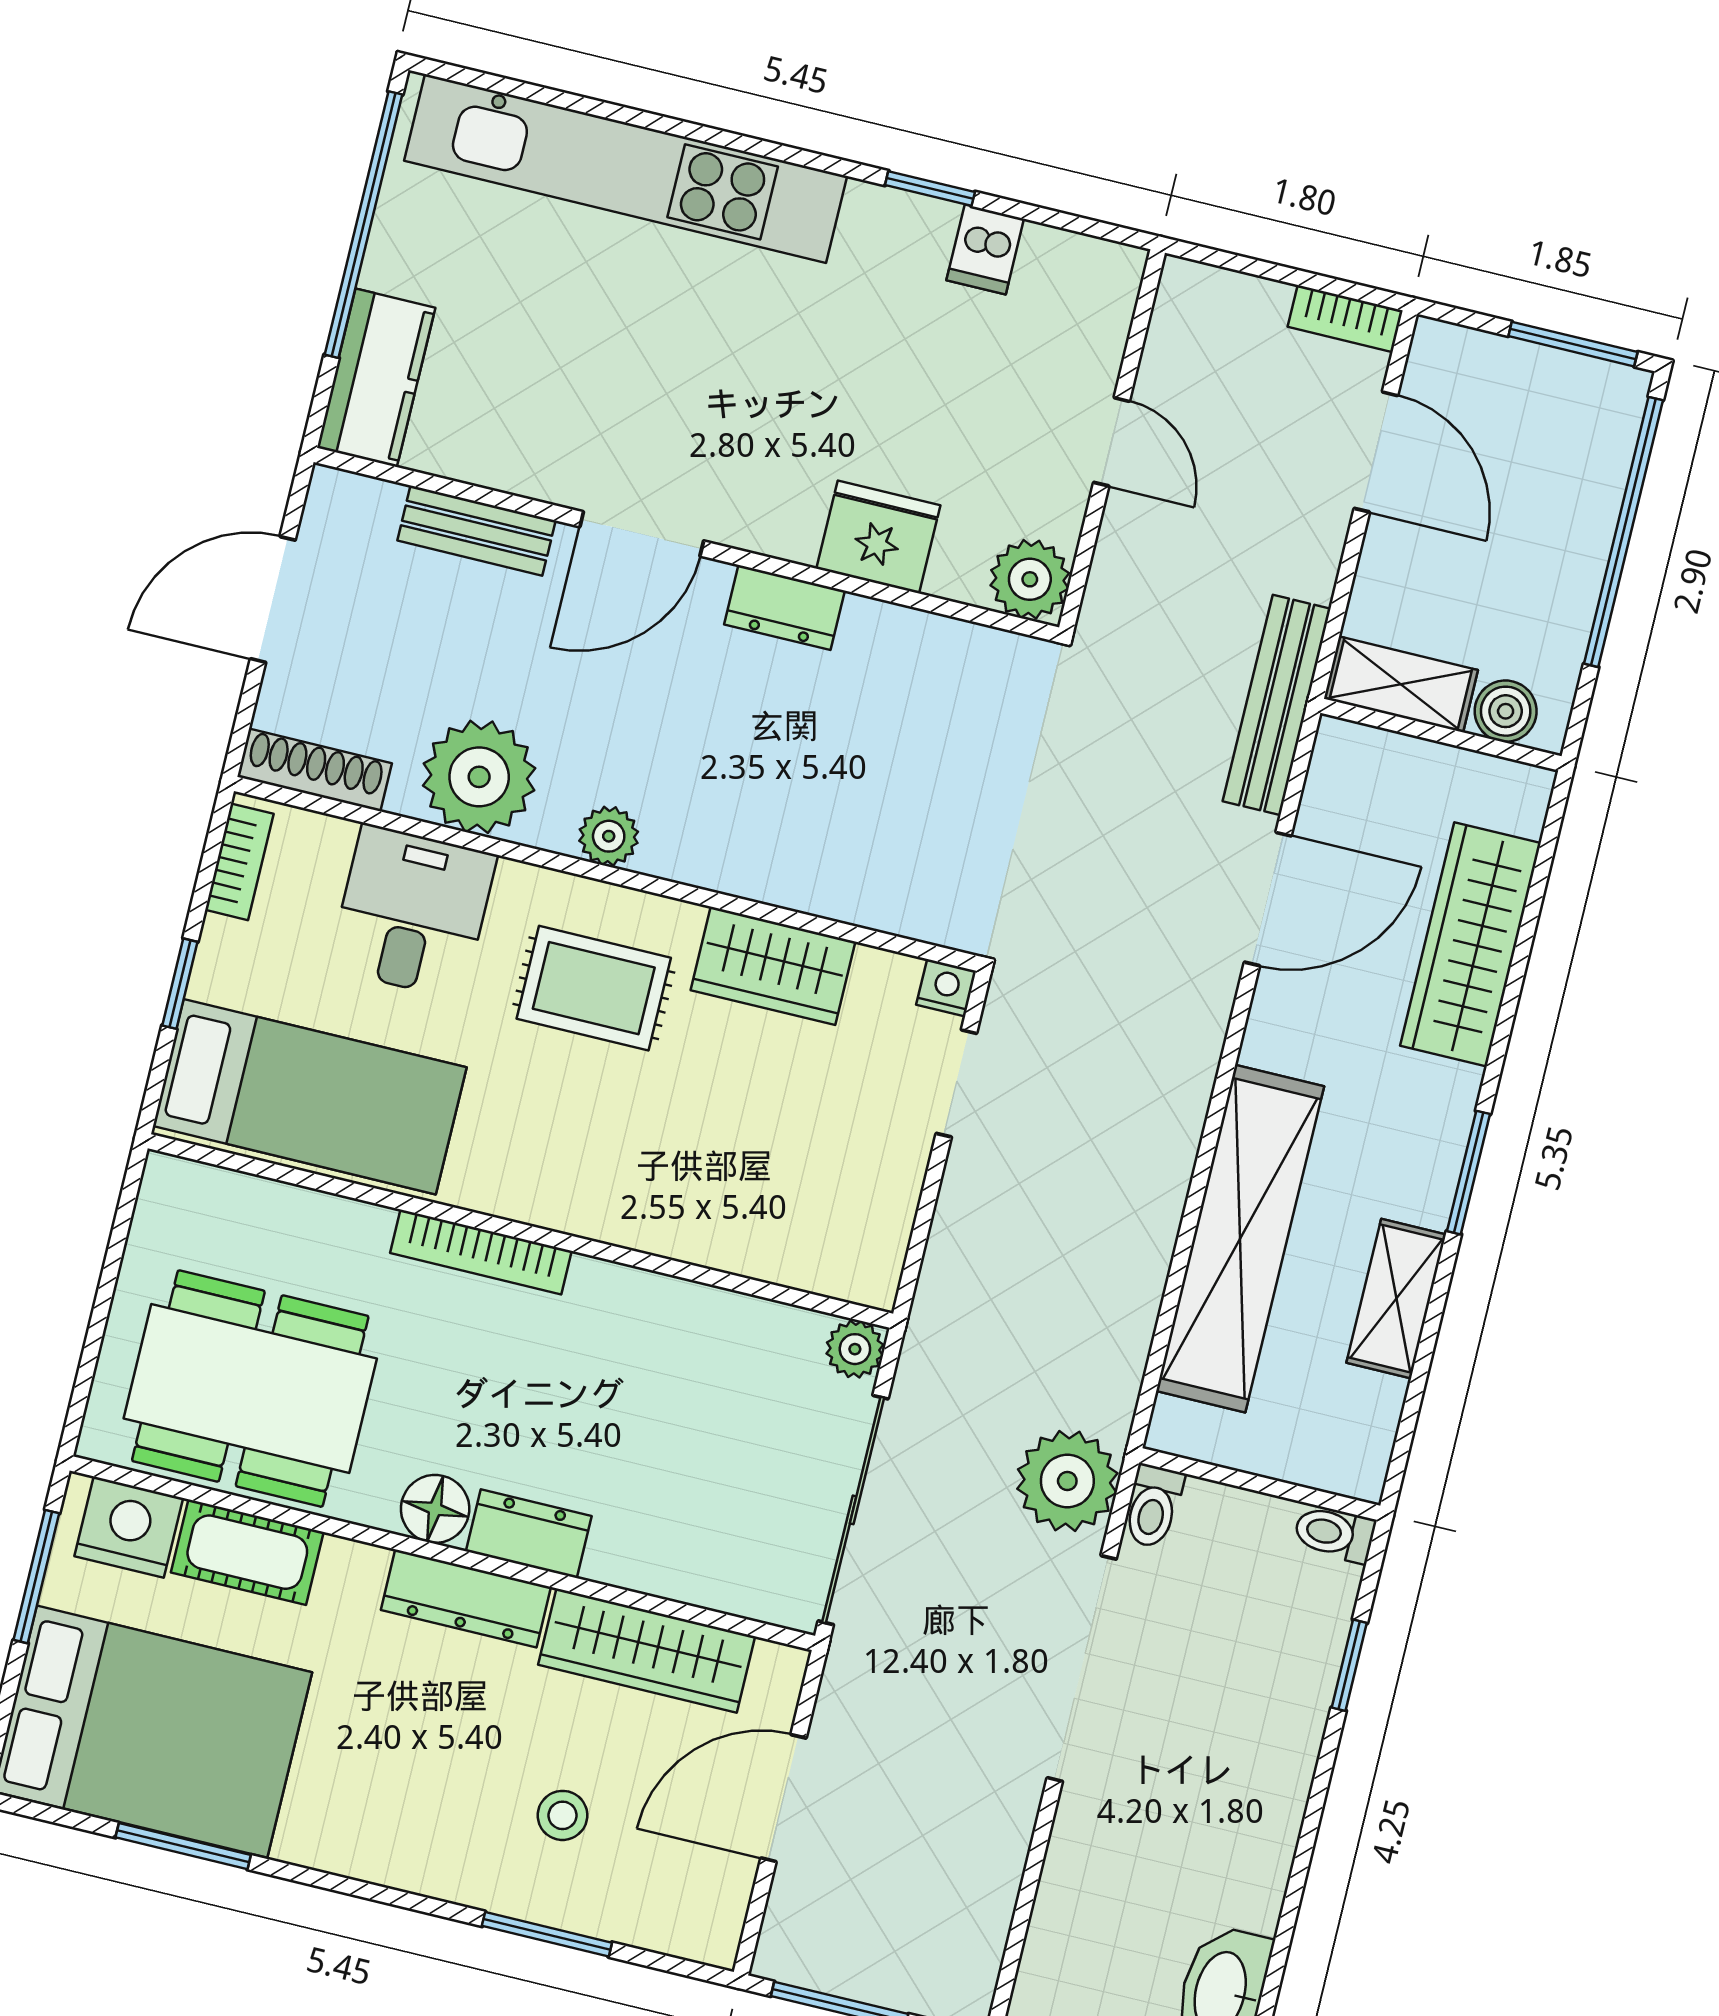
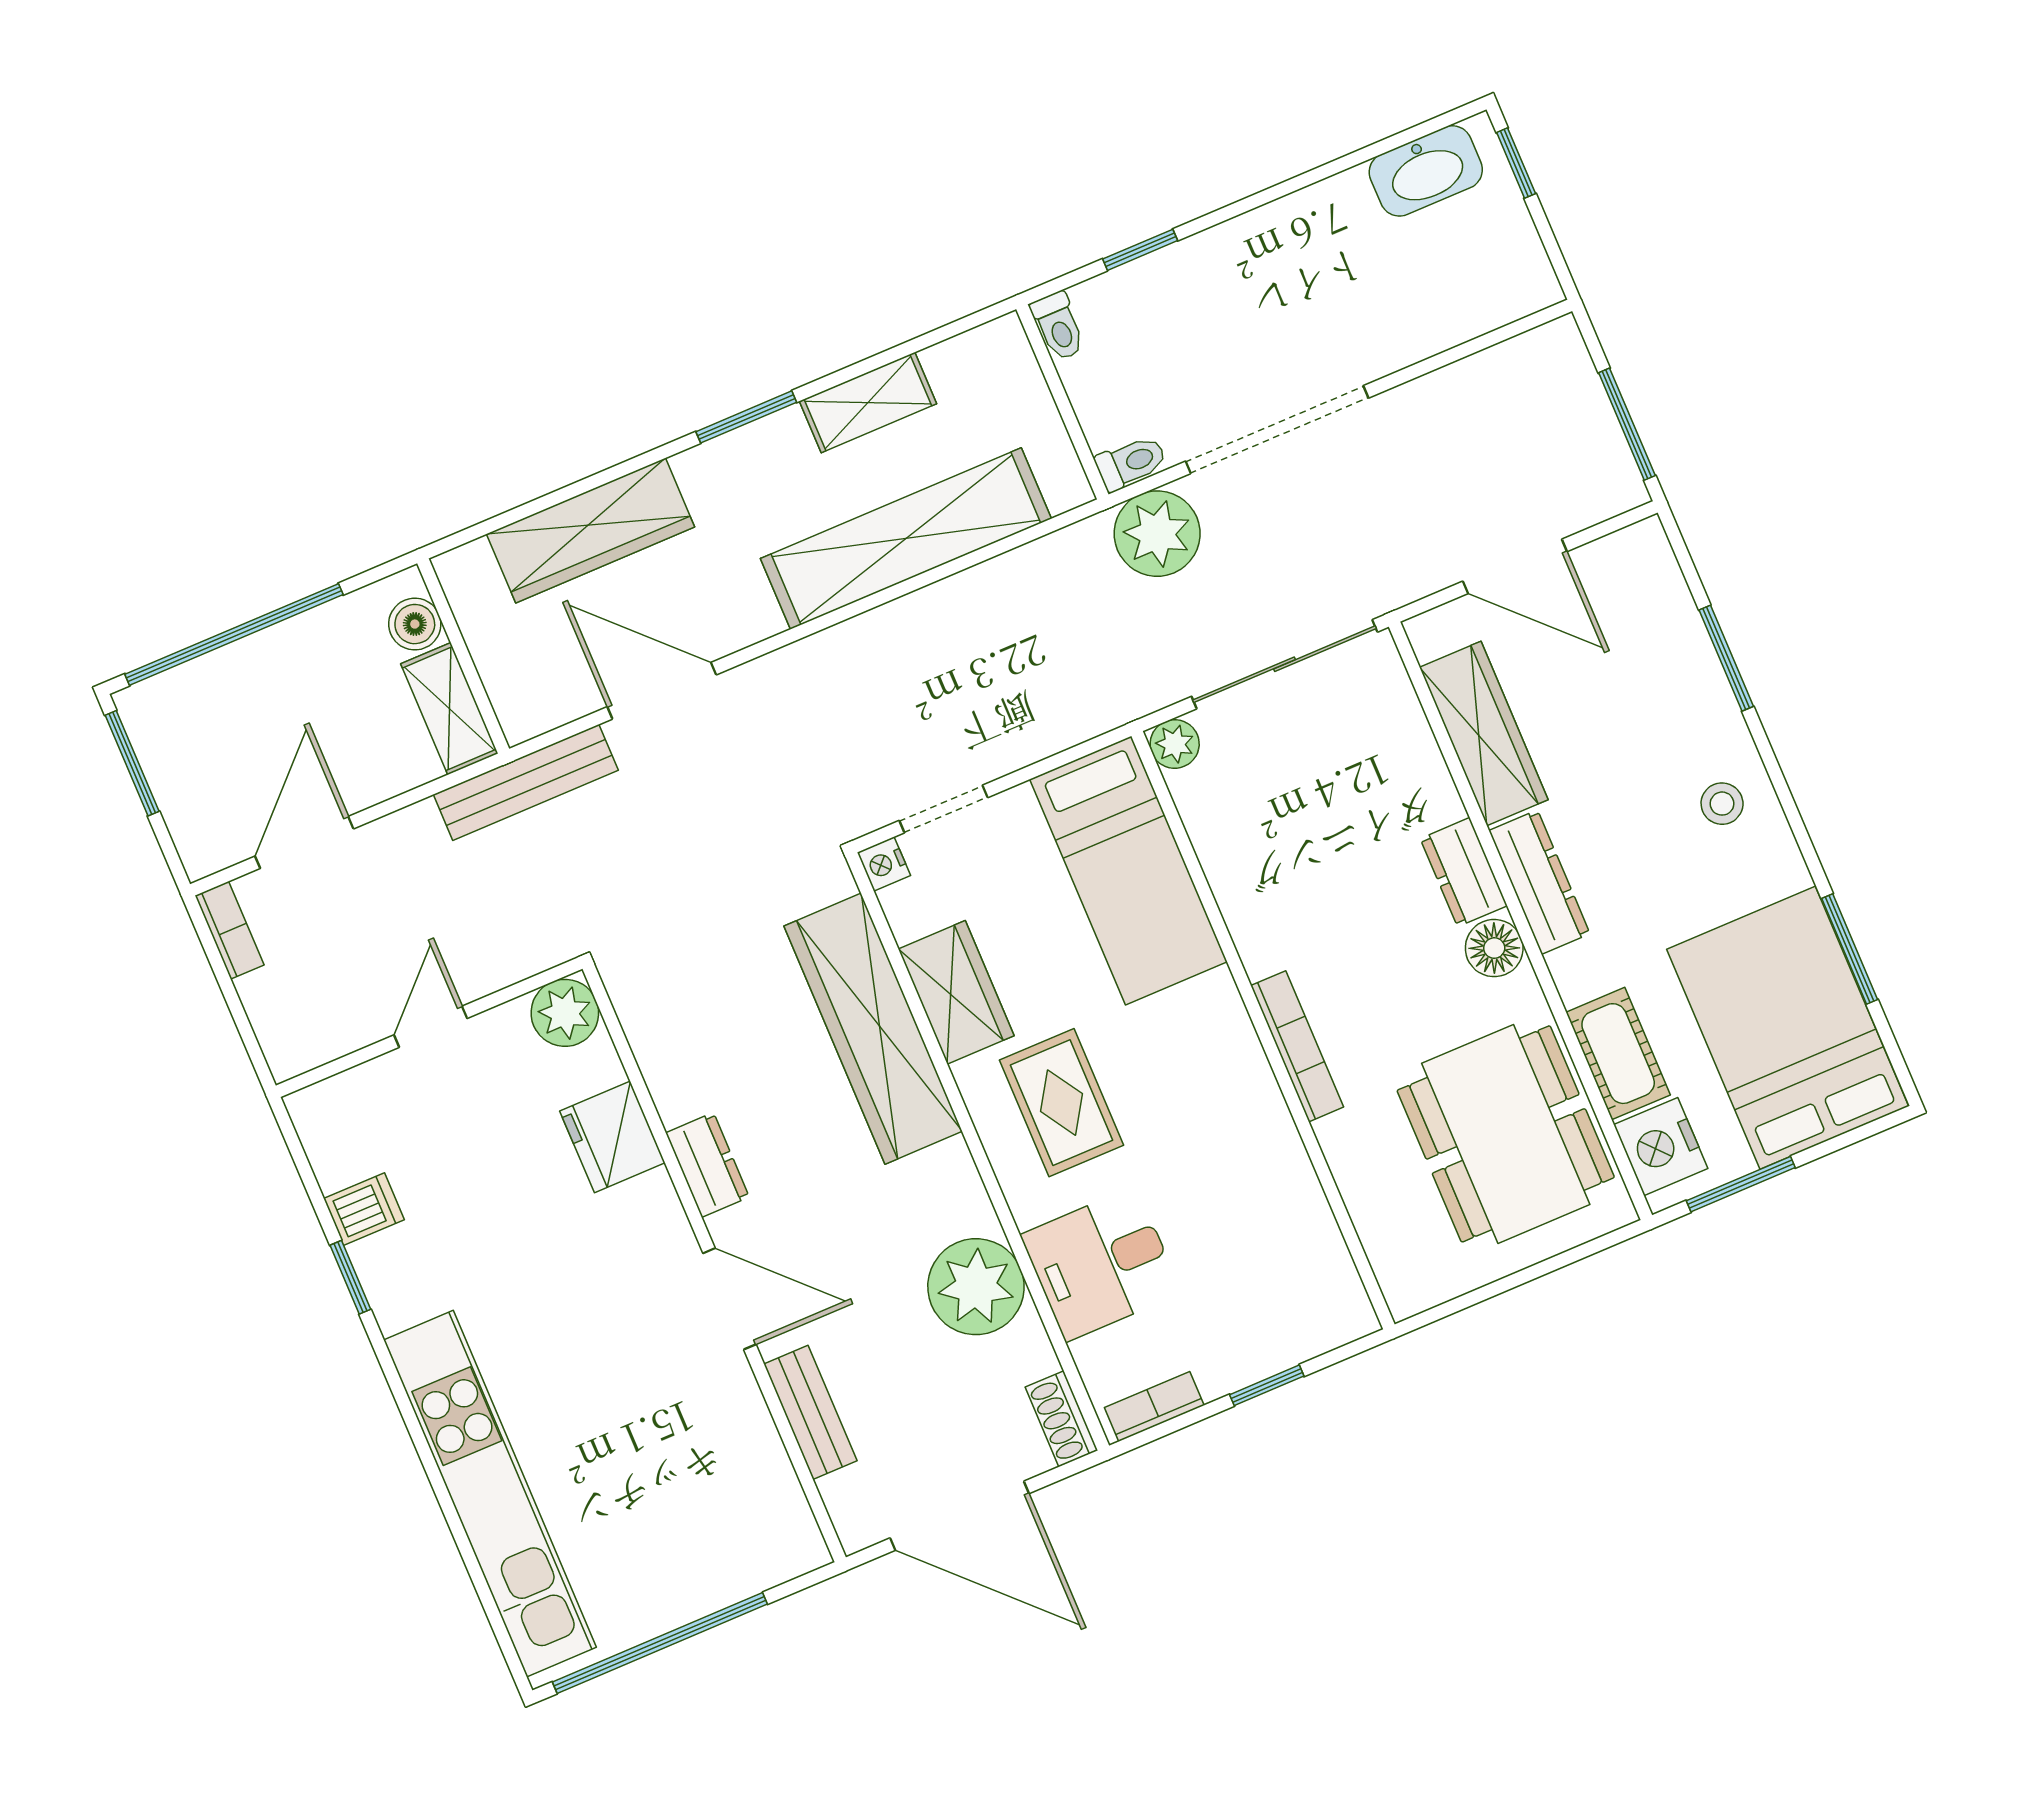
kitchen counter: (376, 378) -> (757, 1557), removed
door: (273, 599) -> (960, 1516), width x1.36
shoe rack: (315, 770) -> (1061, 1419), width x0.70
plant: (609, 836) -> (951, 1169), removed
wardrobe: (797, 861) -> (873, 1029), added
bed: (310, 1097) -> (1129, 870), moved, turned 180
stool: (563, 1815) -> (1722, 804), moved

